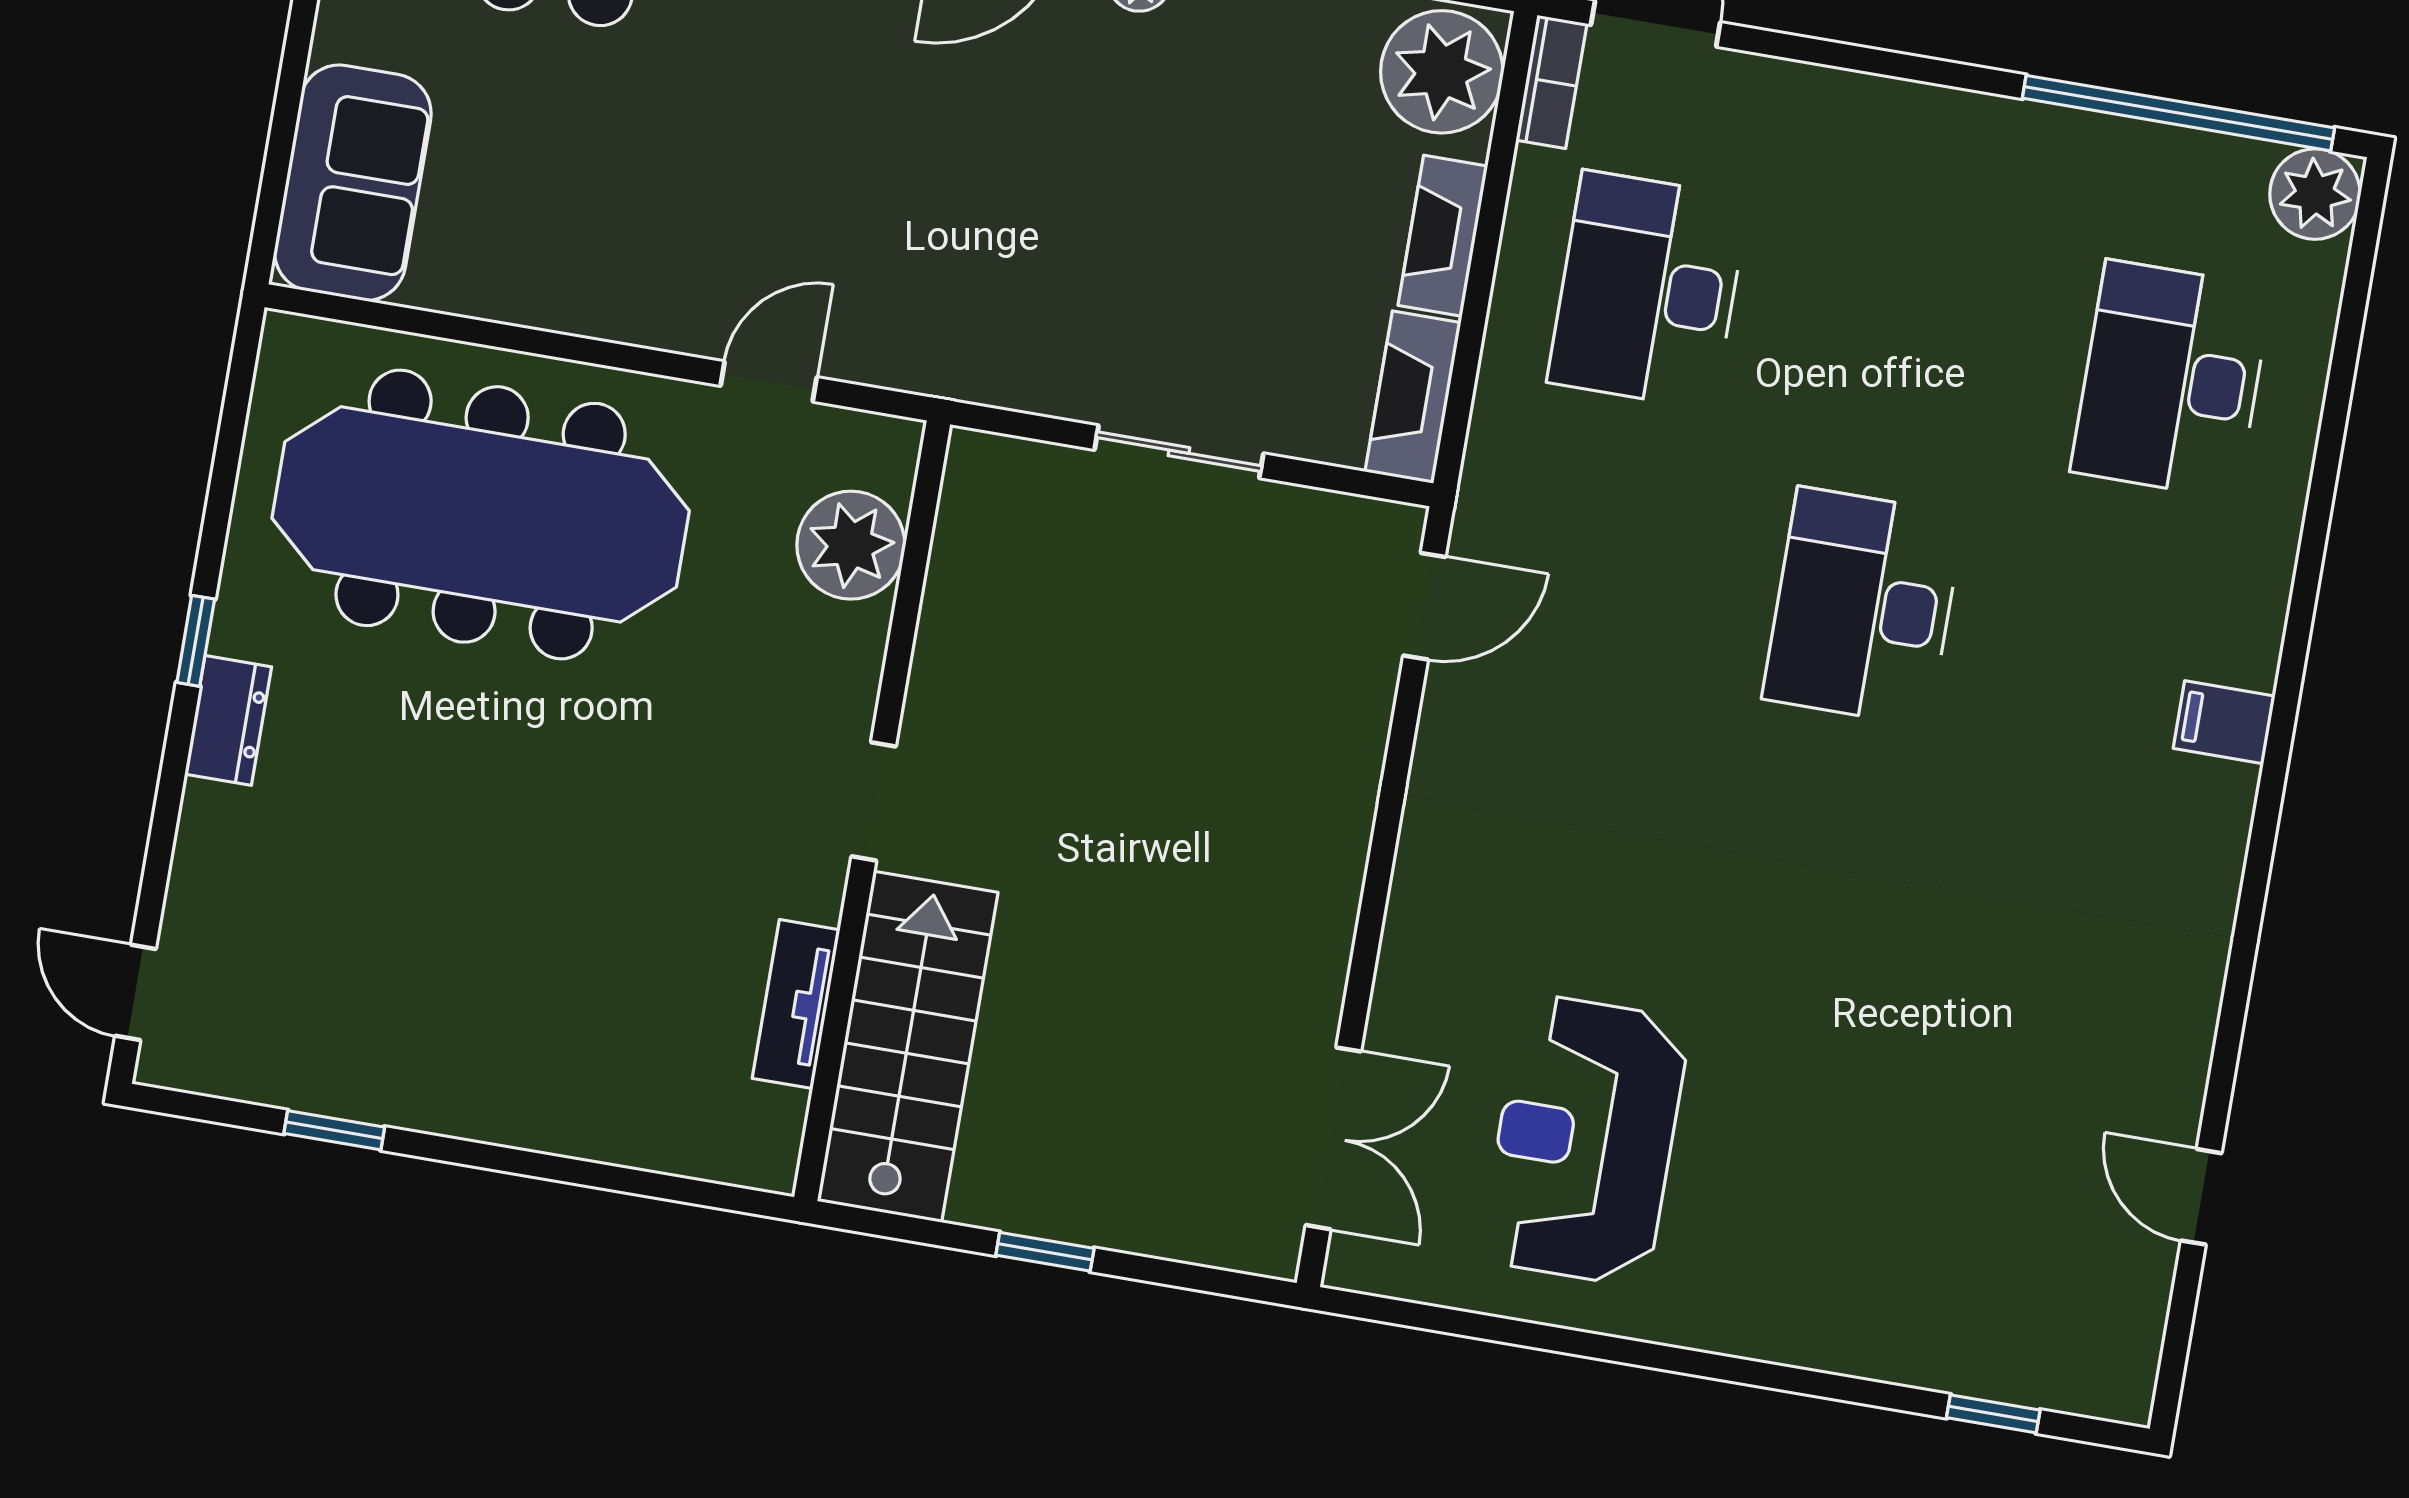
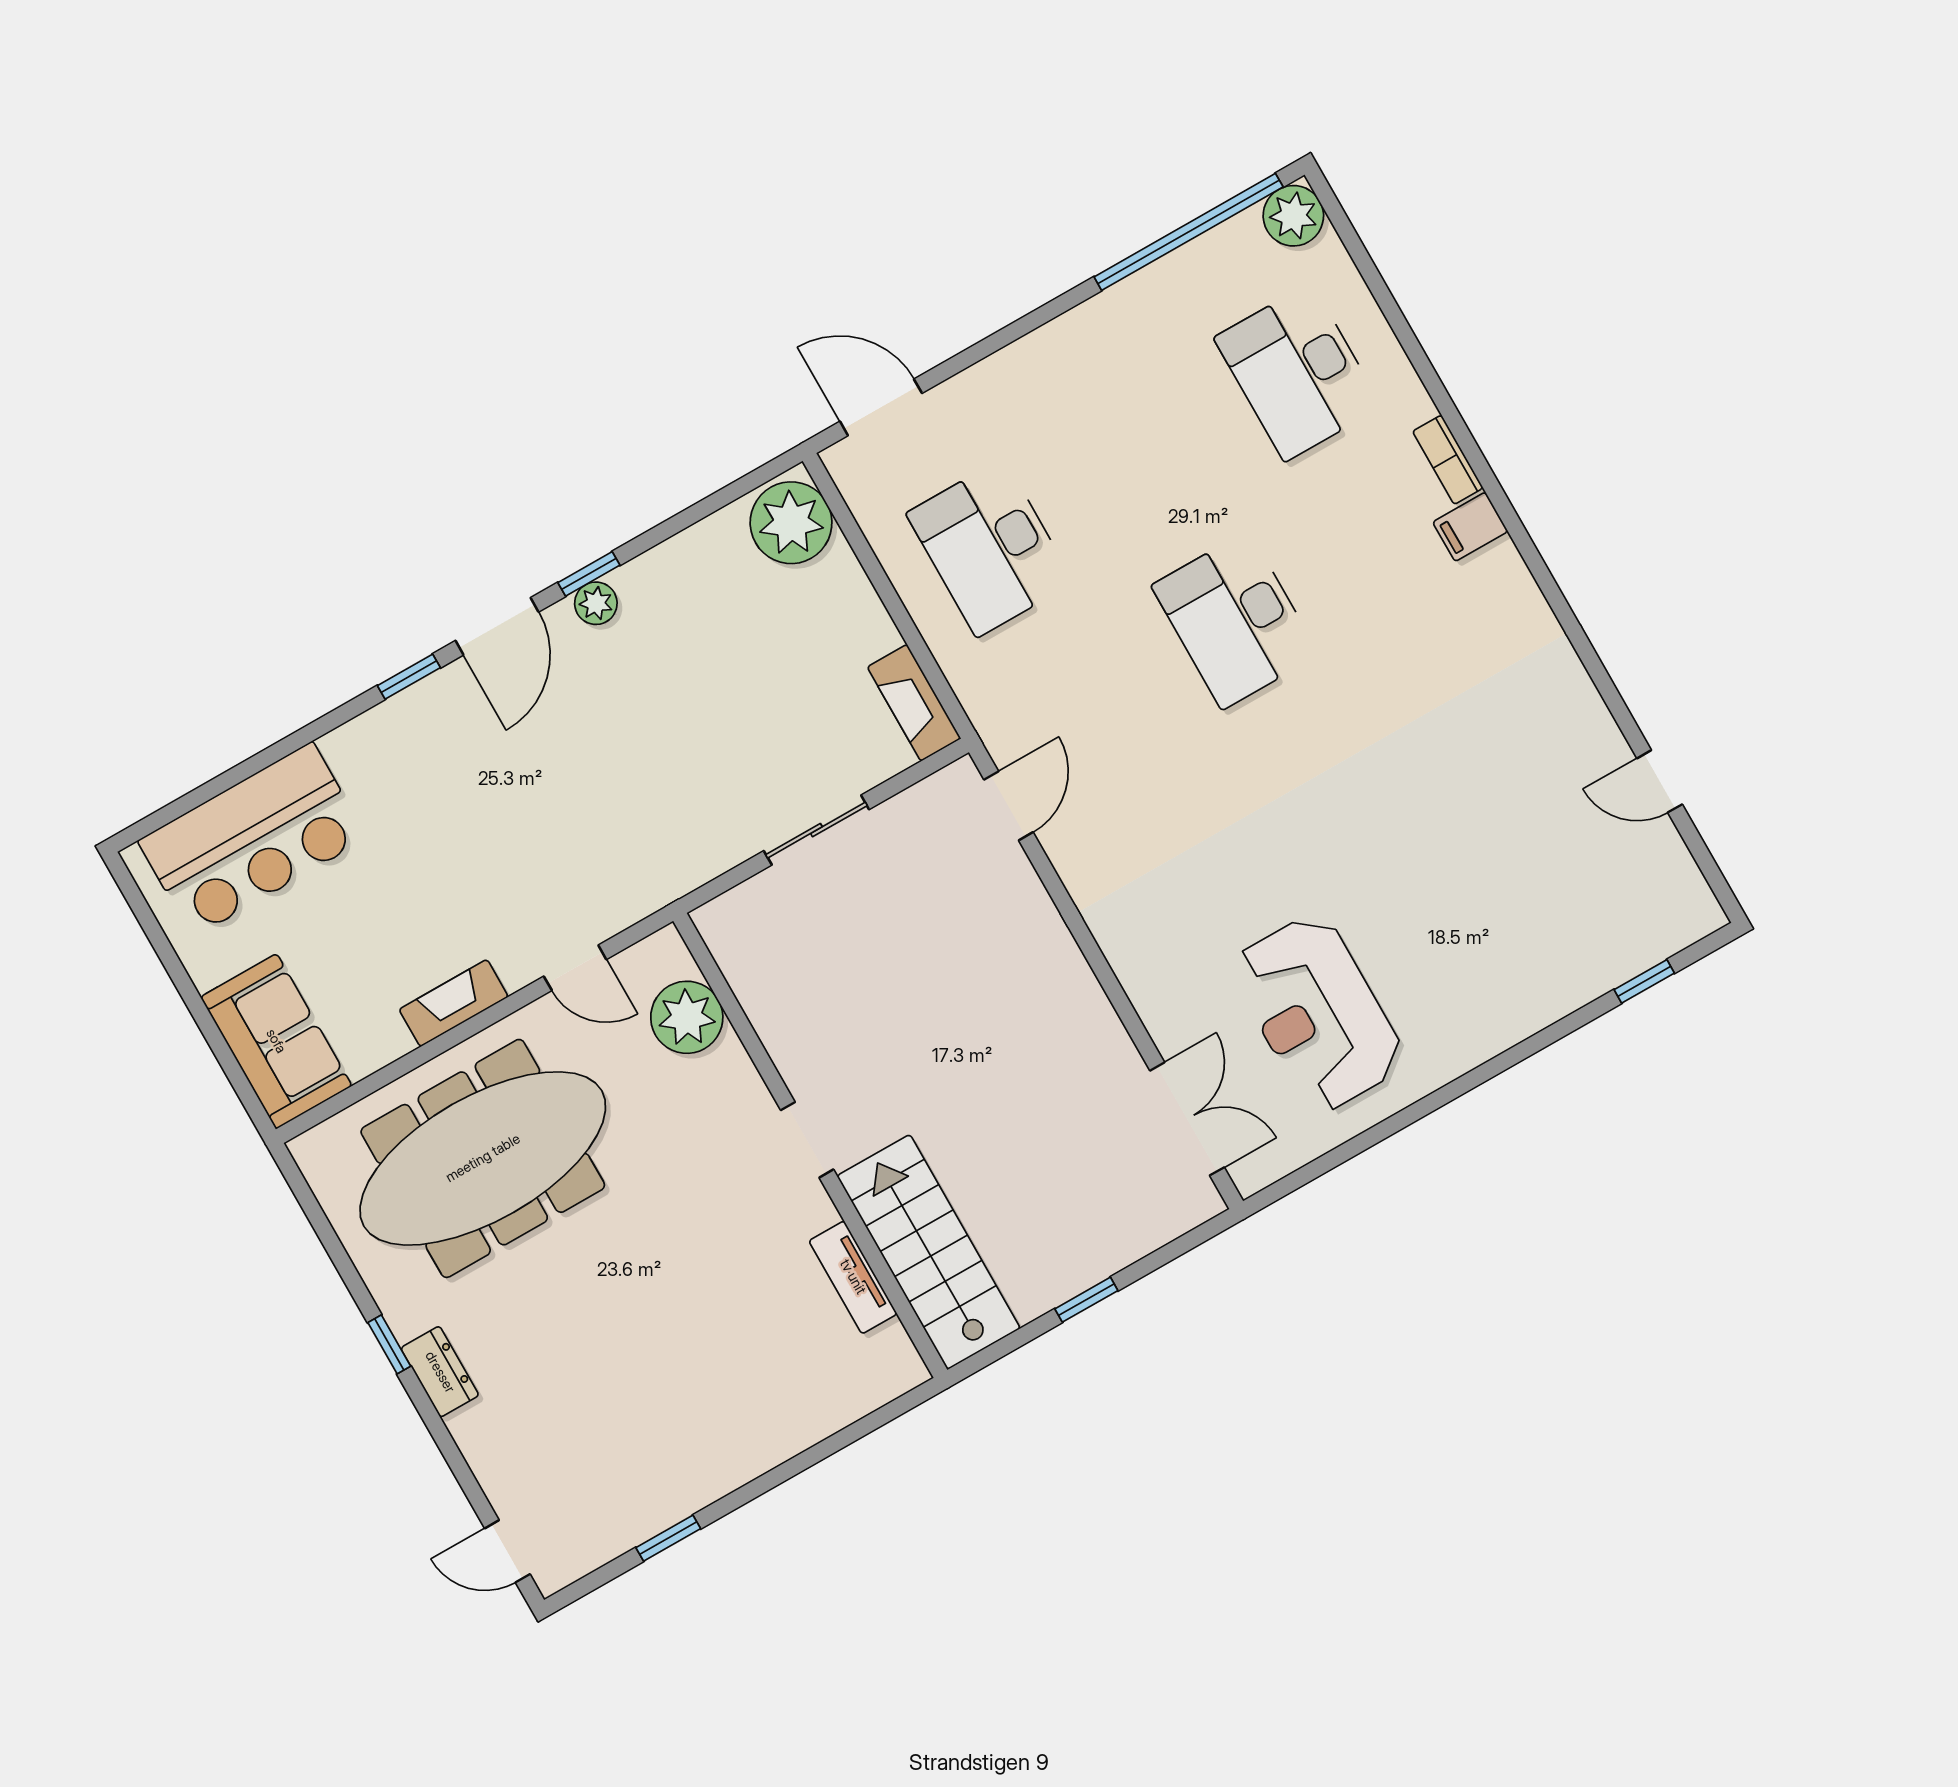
bookcase: (1551, 82) -> (1448, 460), moved, turned 180
fireplace: (1443, 236) -> (454, 1003), moved, turned 90
door: (769, 382) -> (575, 968), swing flipped

